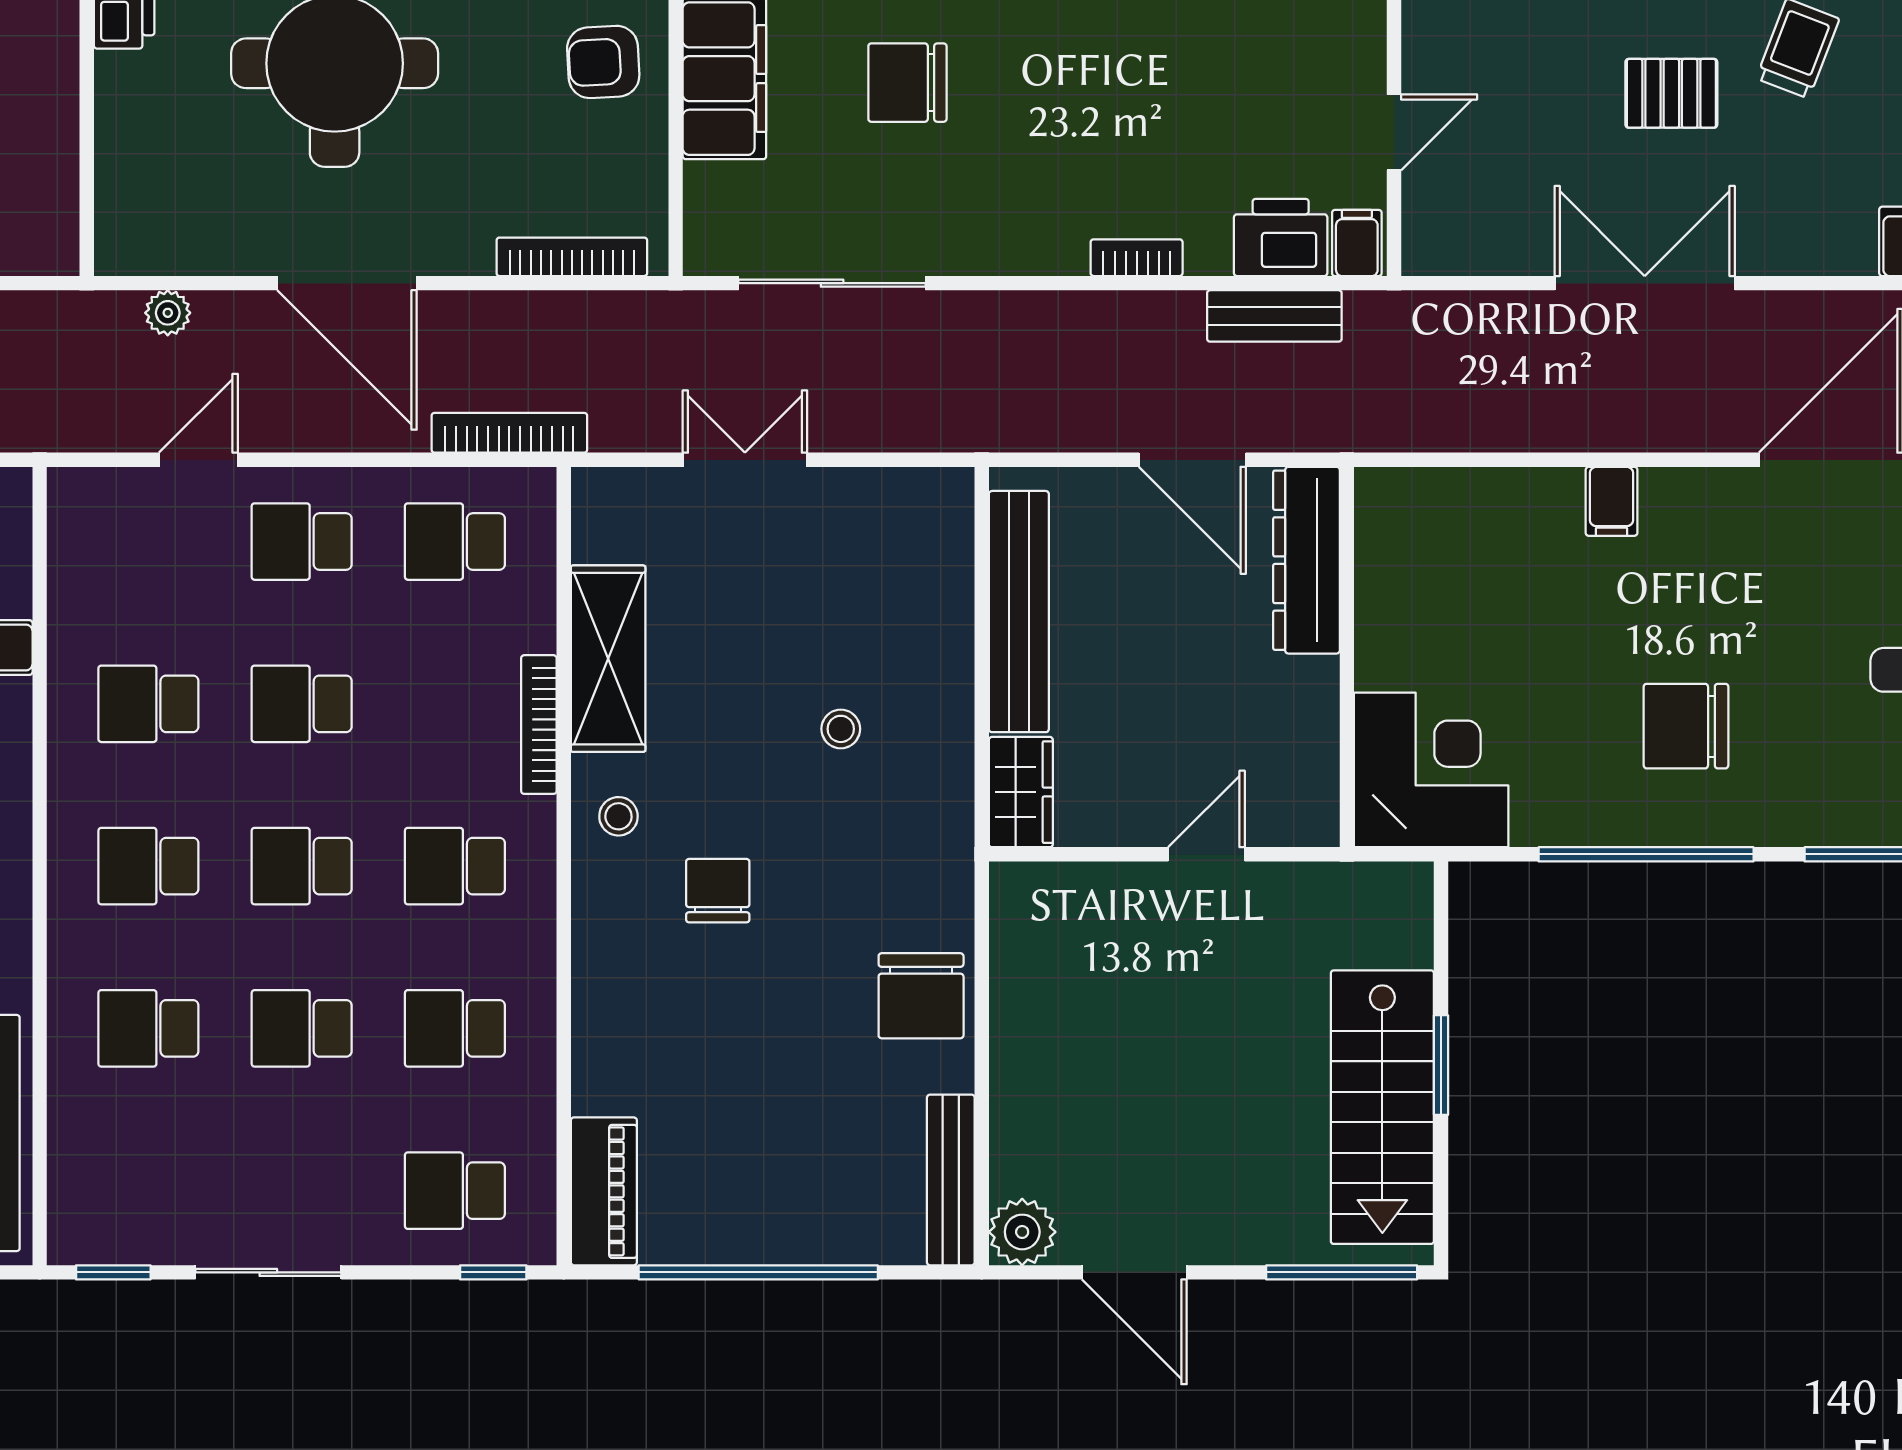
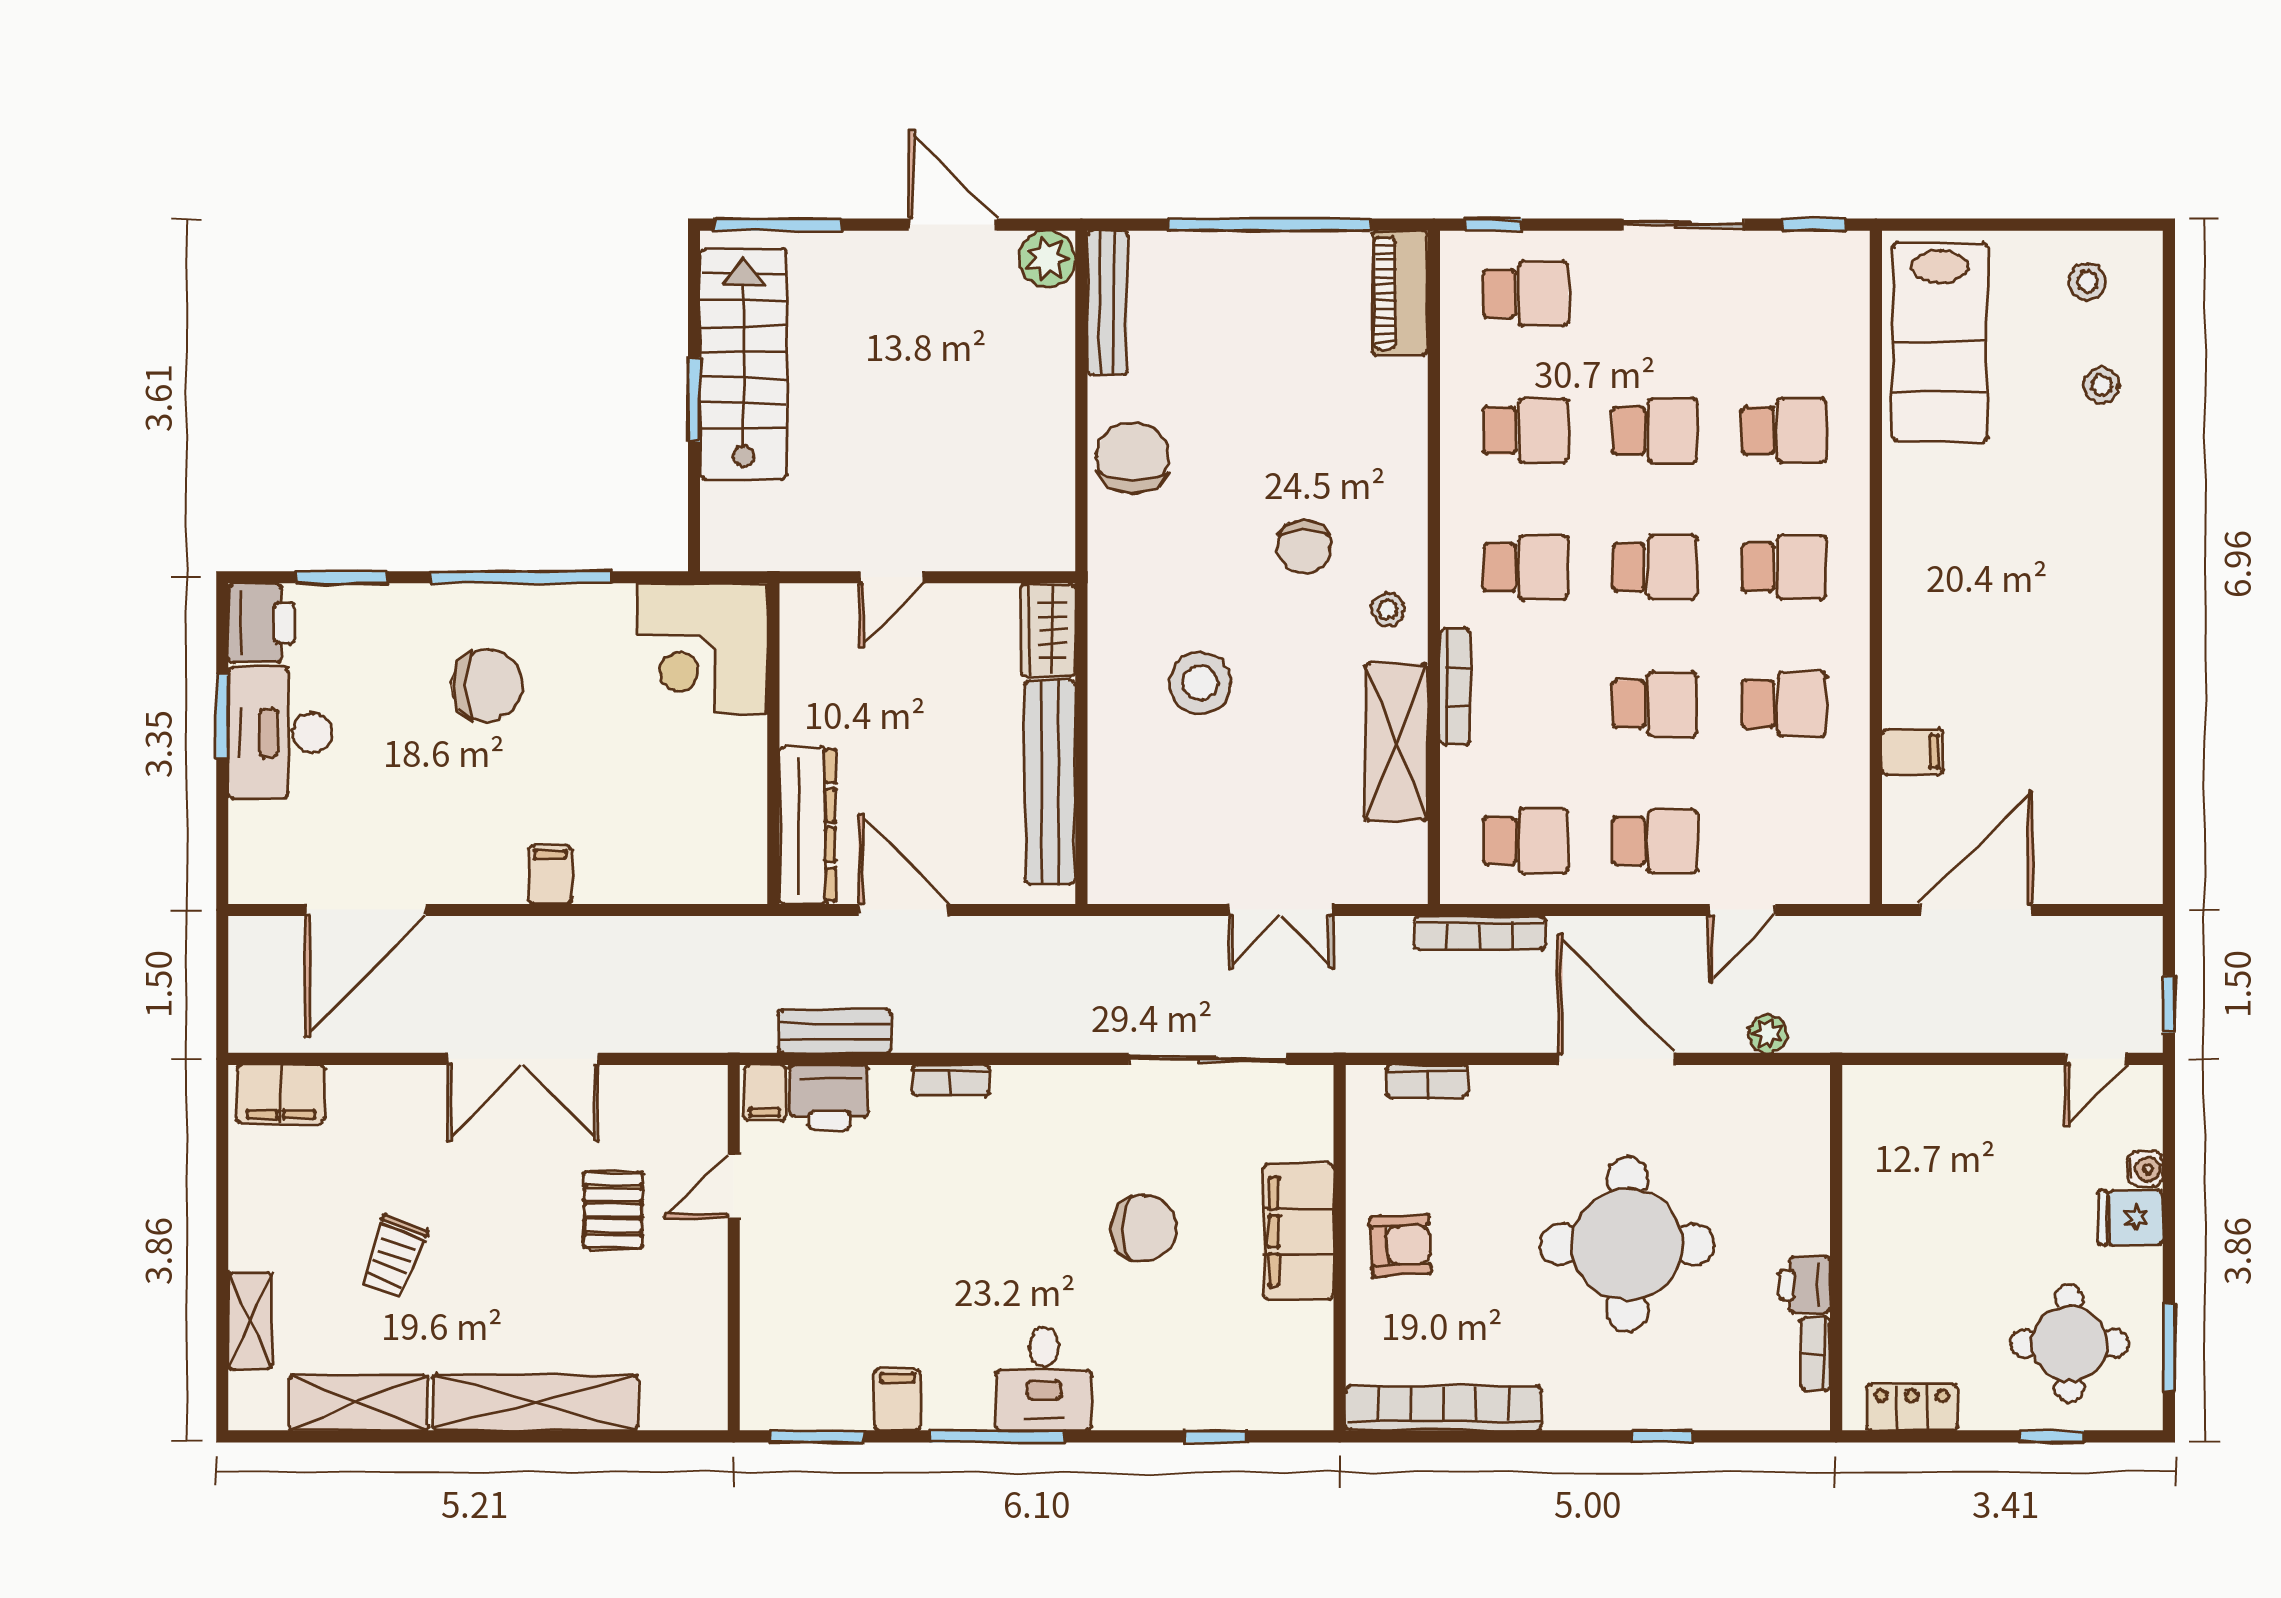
pallet: (1671, 93) -> (613, 1210), moved, turned 90
bookcase: (572, 257) -> (1427, 1081), width x0.64
stool: (841, 729) -> (1200, 683), width x1.89, depth x1.89

